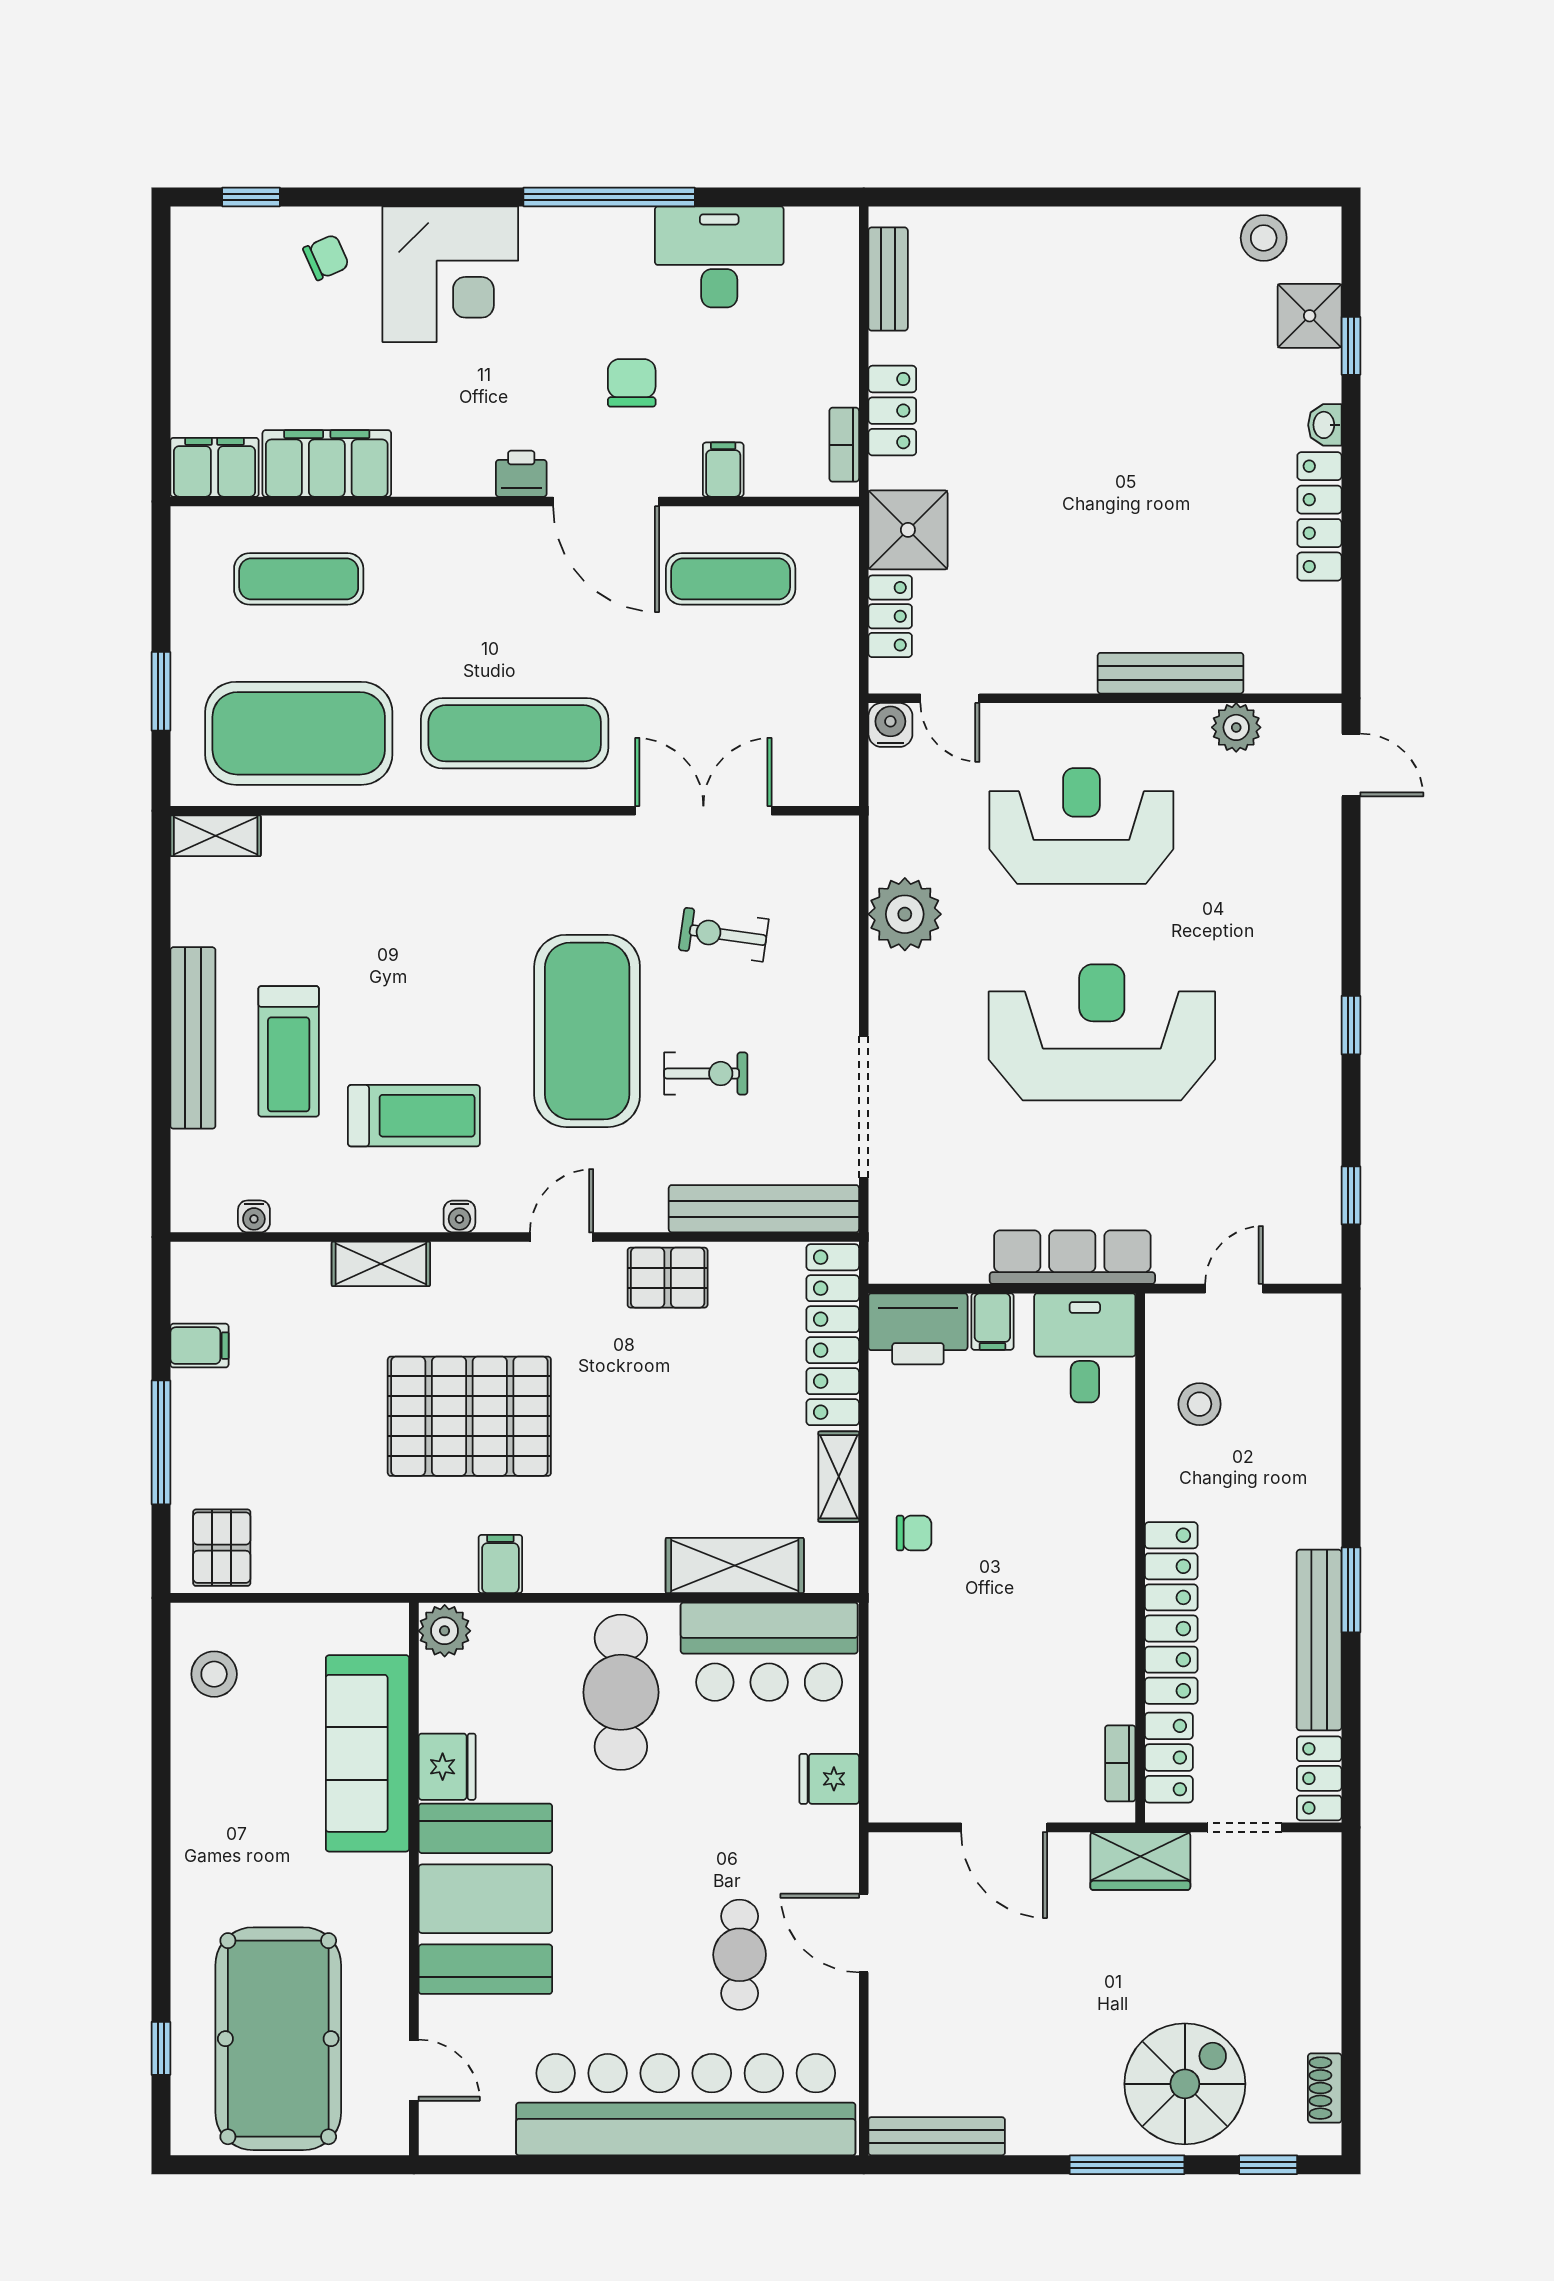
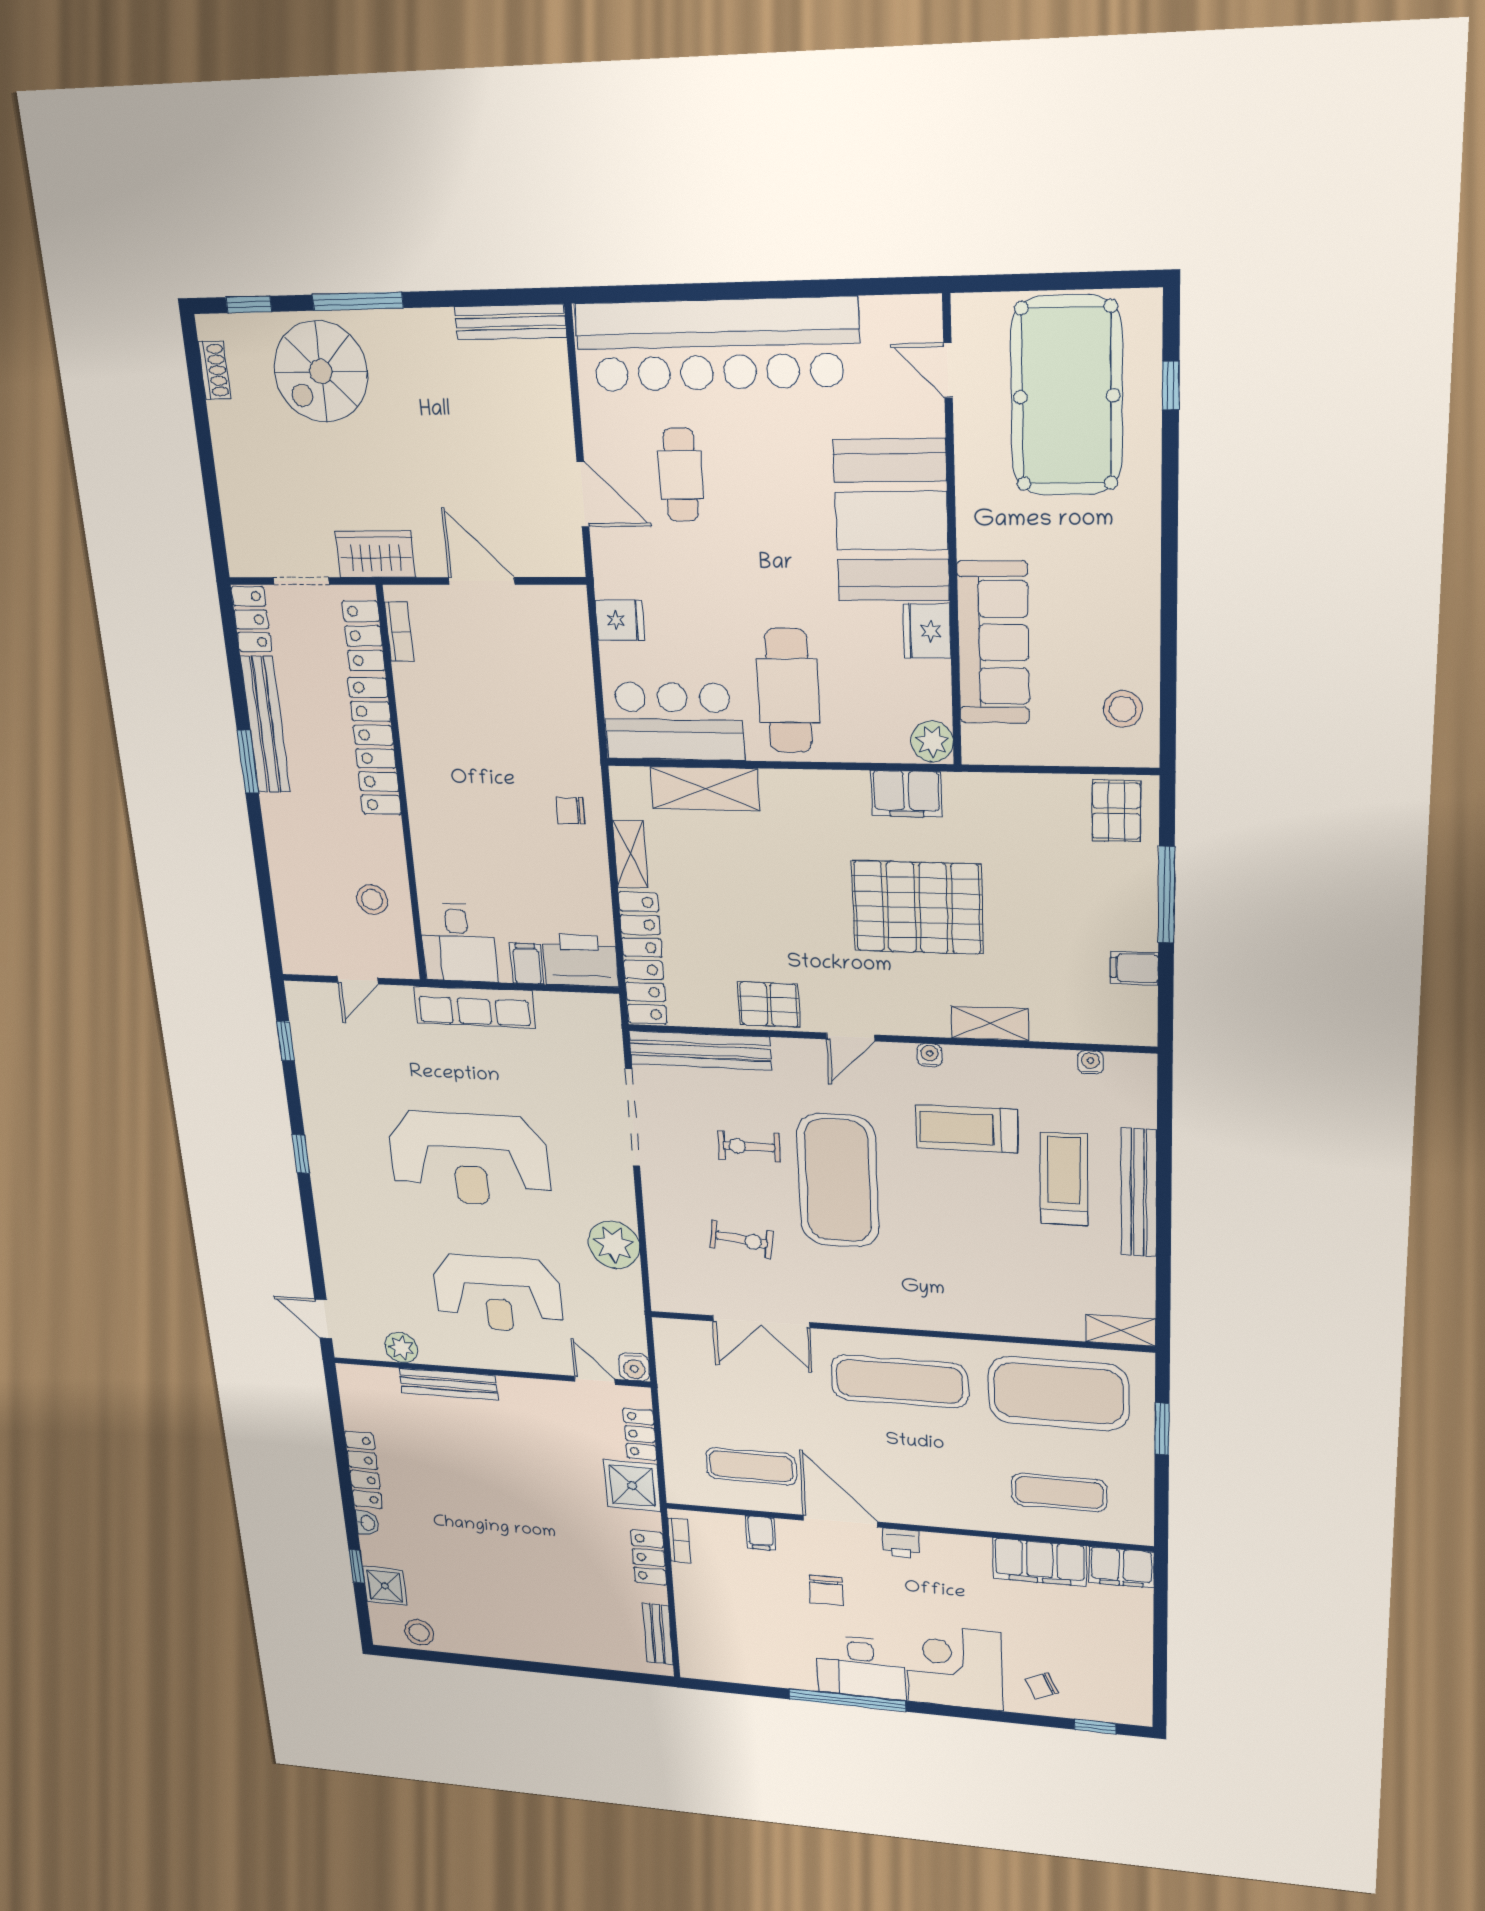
desk: (719, 257) -> (861, 1667), moved
filing cabinet: (500, 1564) -> (906, 794), width x2.00

